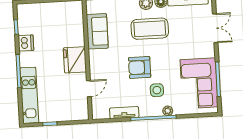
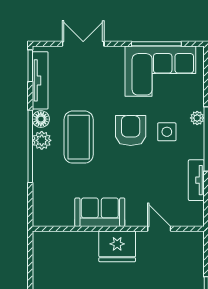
sofa: (97, 31) -> (100, 212), moved
armchair: (140, 67) -> (131, 131), moved, turned 180

